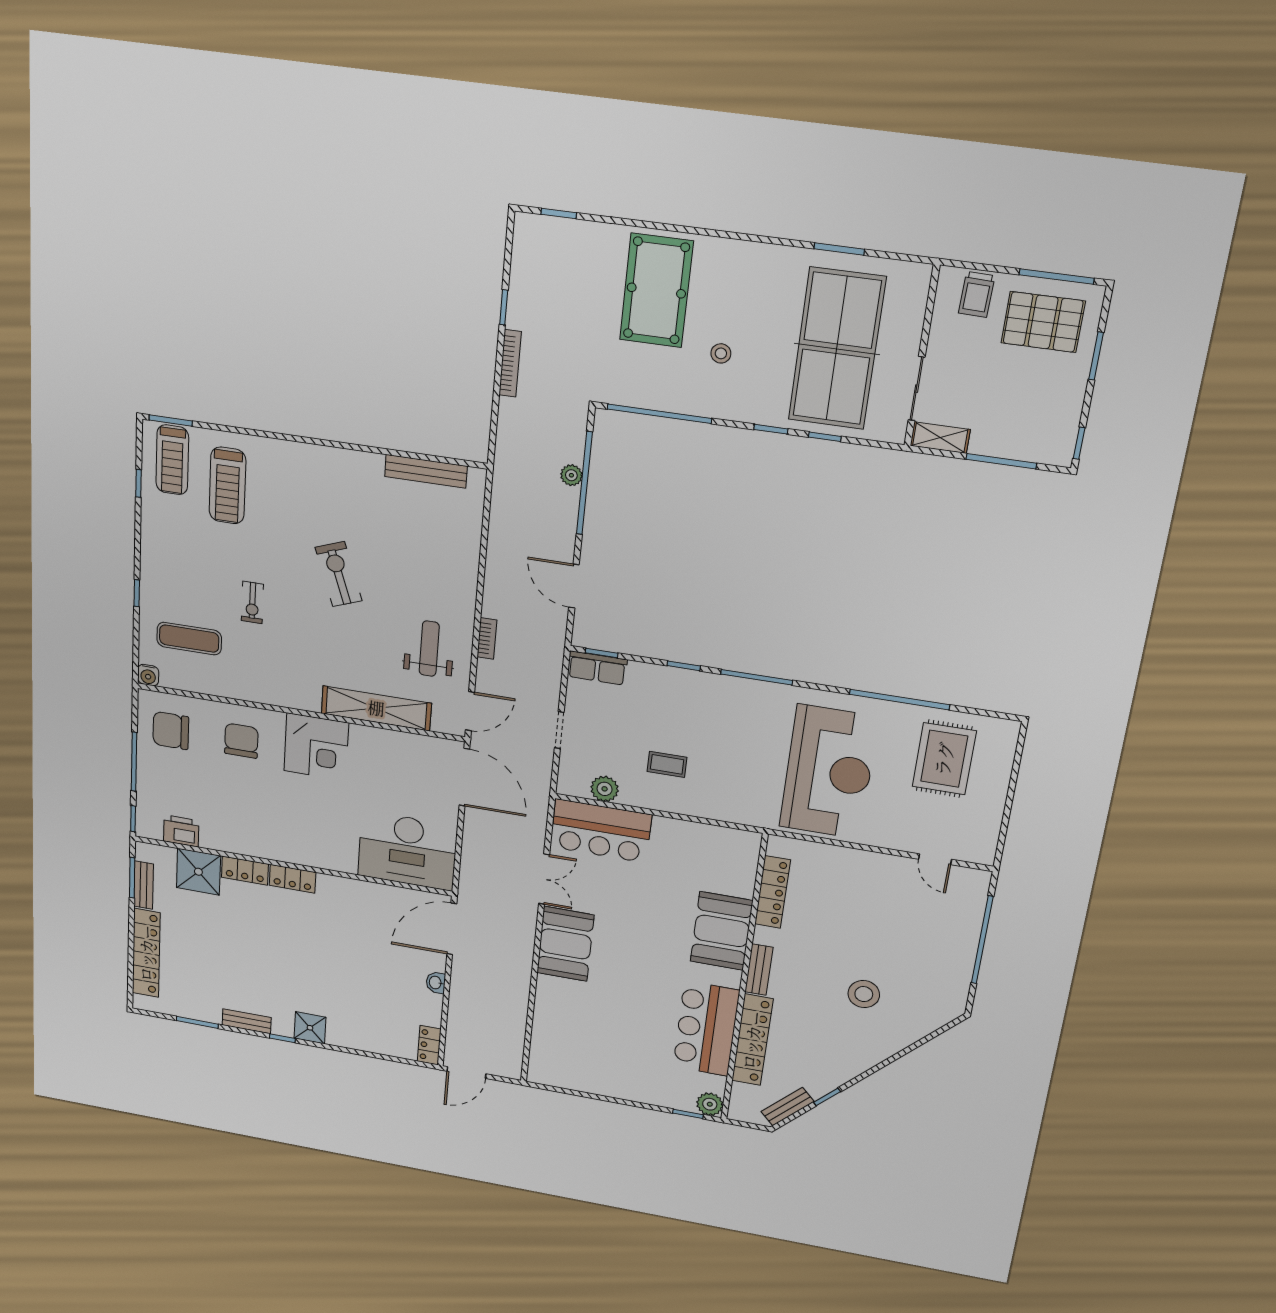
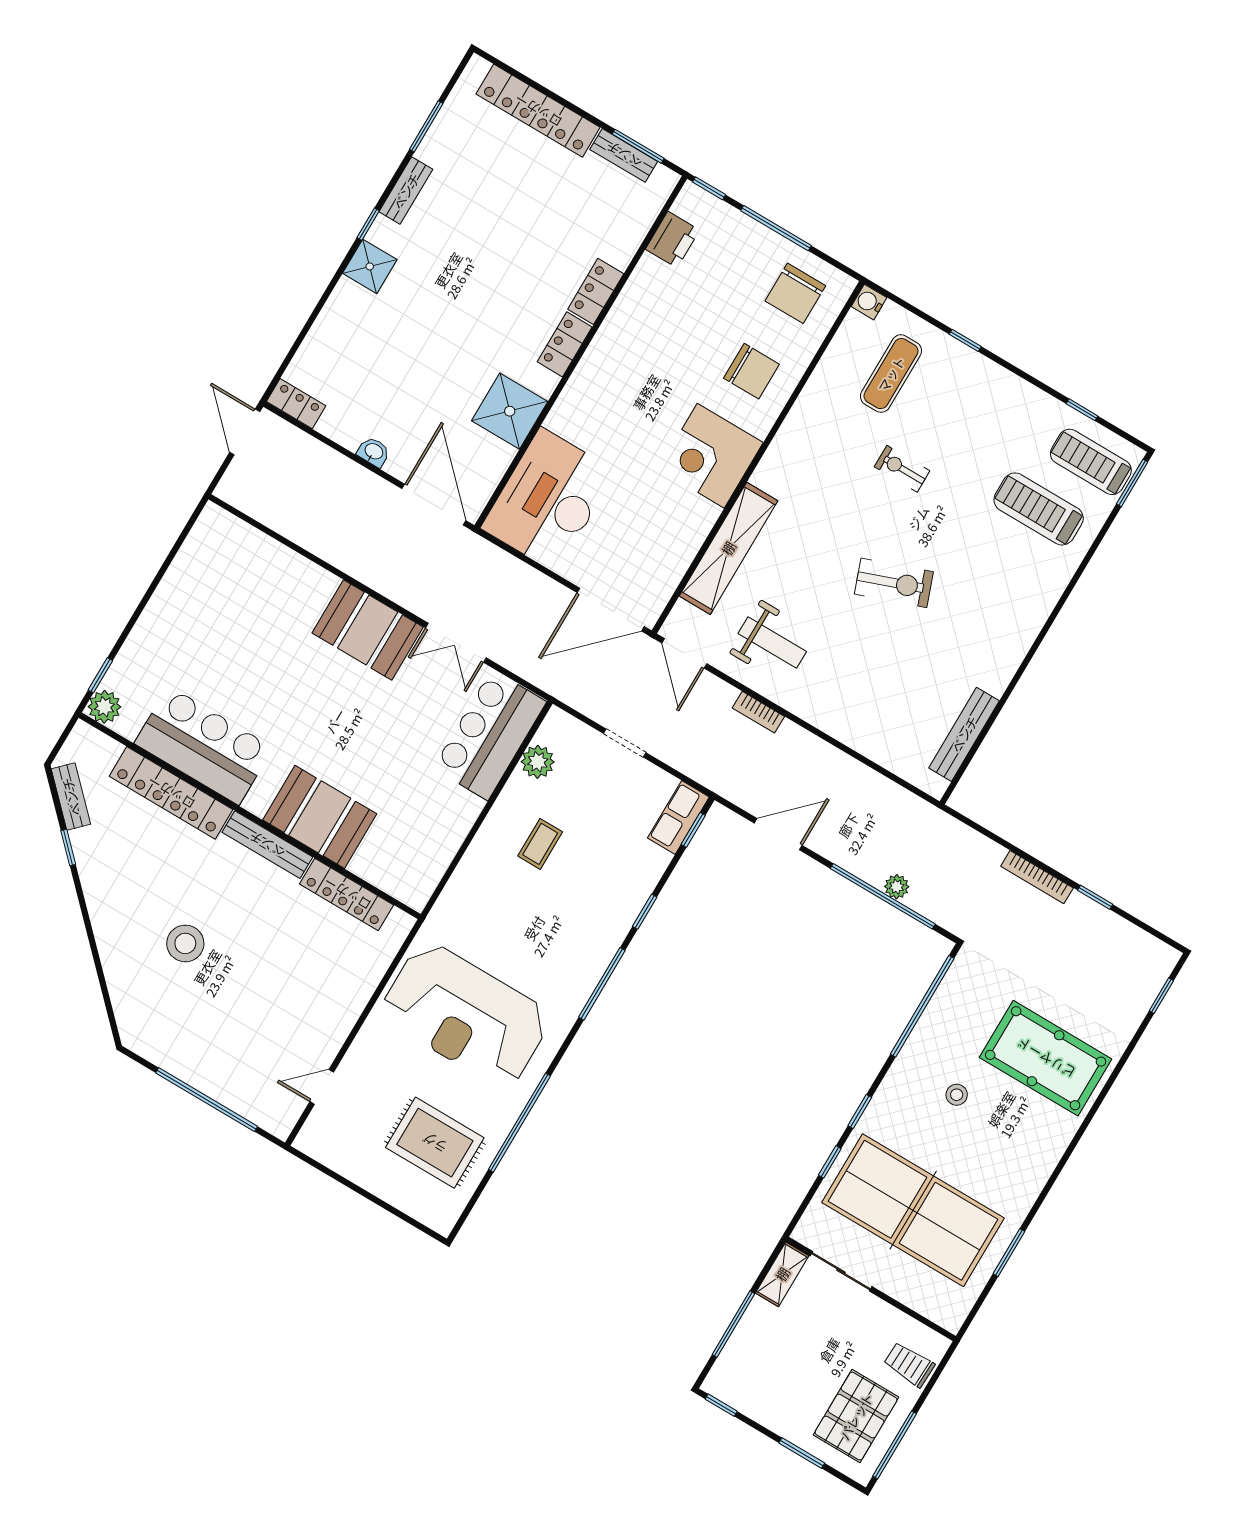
chair: (171, 731) -> (795, 293), turned 180
shower: (198, 872) -> (510, 411), moved
bench: (759, 970) -> (267, 845), width x1.36

